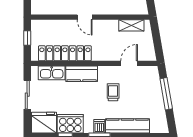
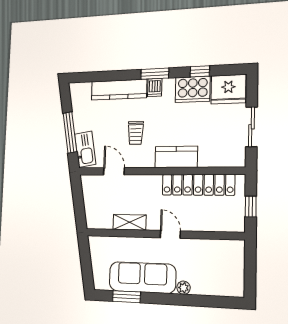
shelving: (131, 25) -> (129, 222), moved
door: (129, 63) -> (114, 171), swing flipped
kitchen sink: (52, 73) -> (85, 149), moved, turned 80

